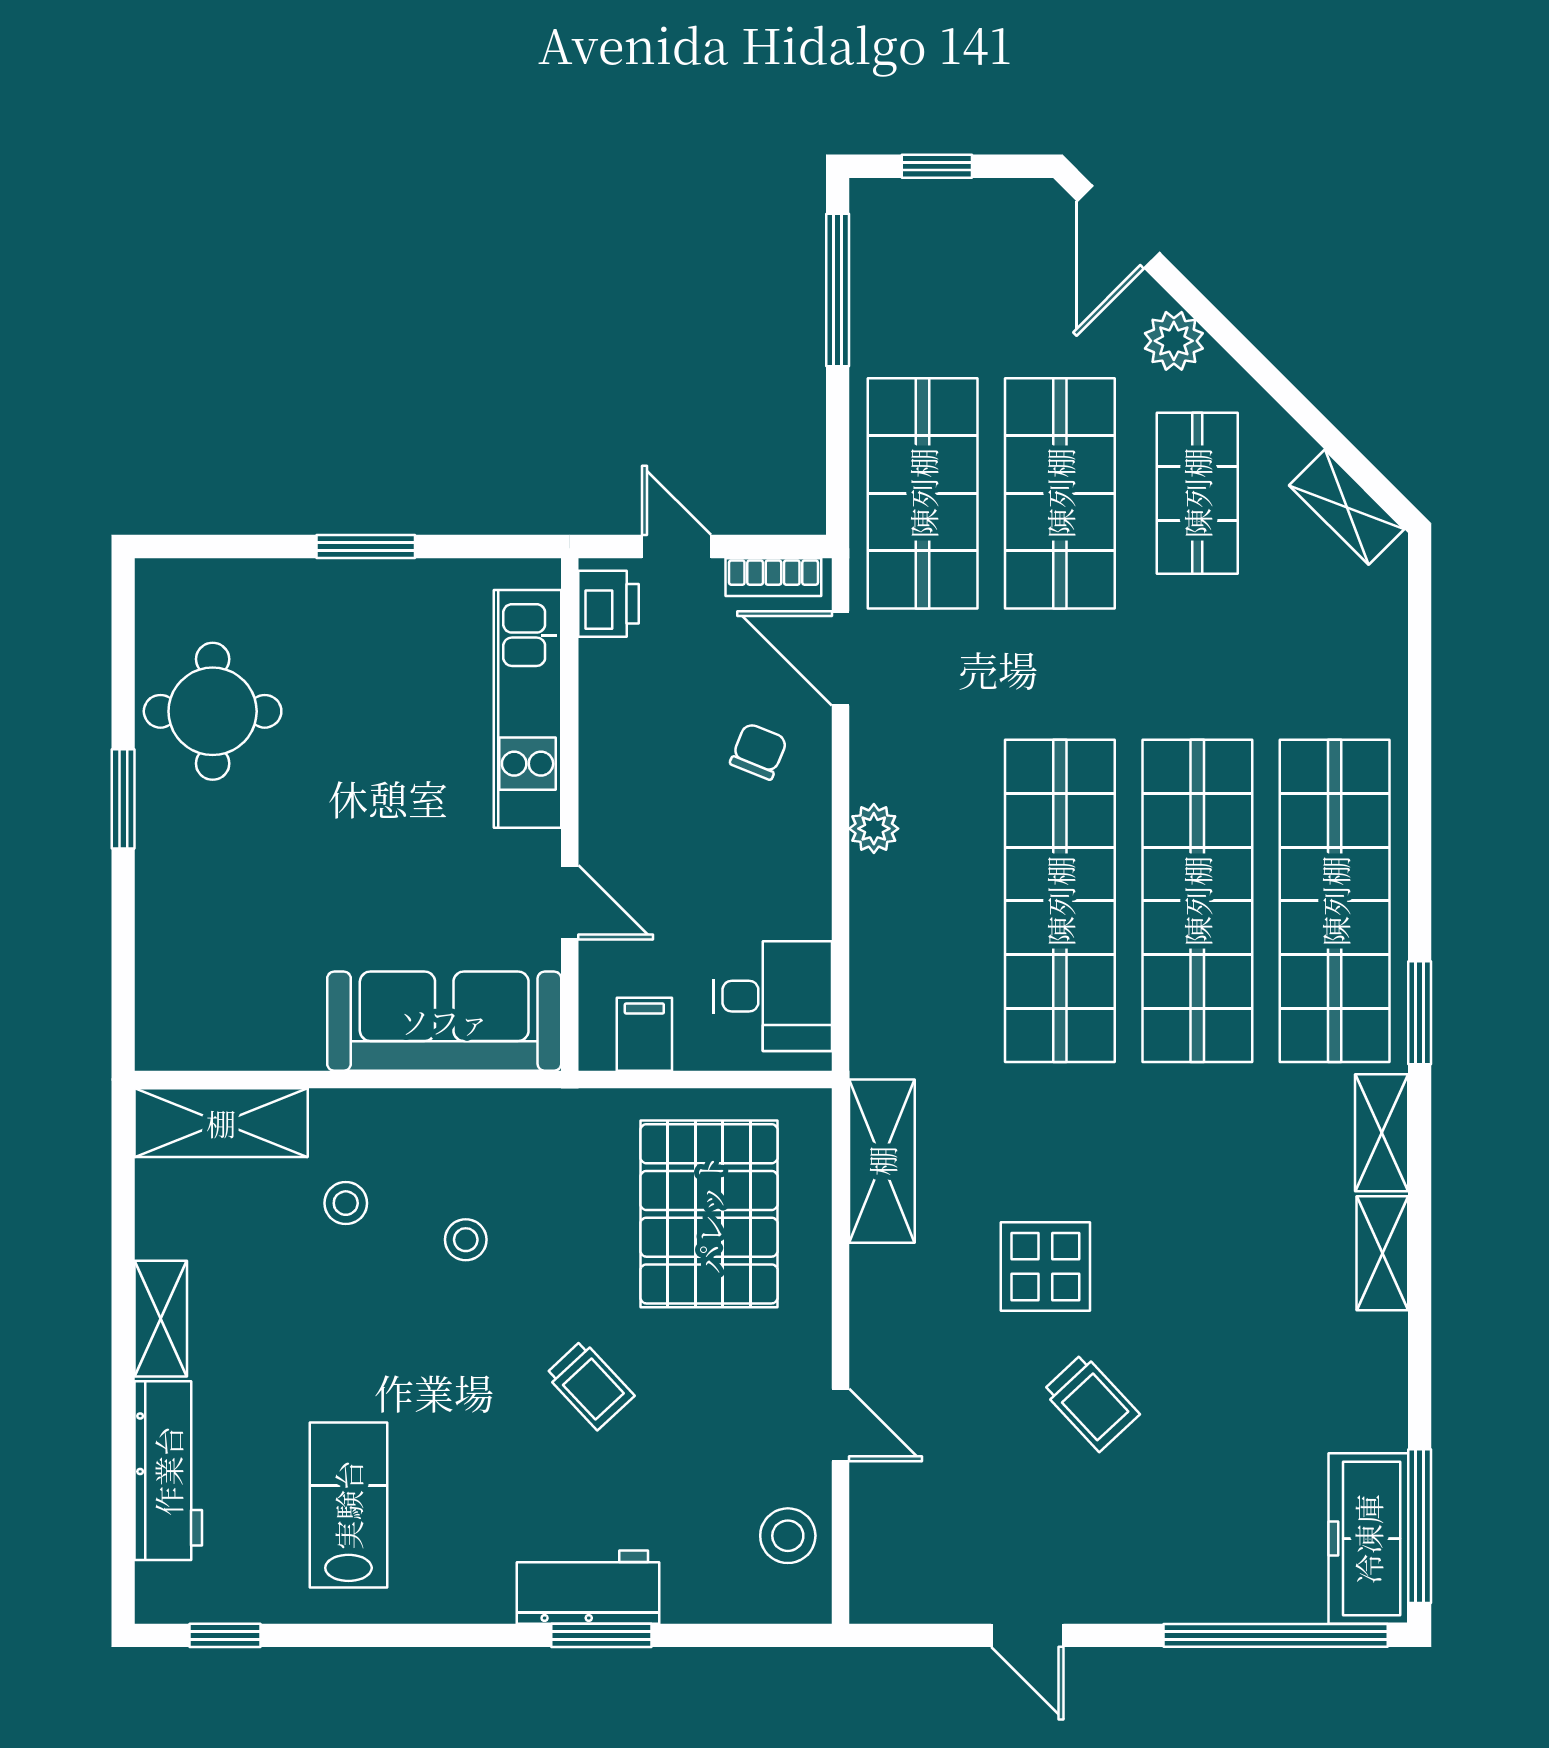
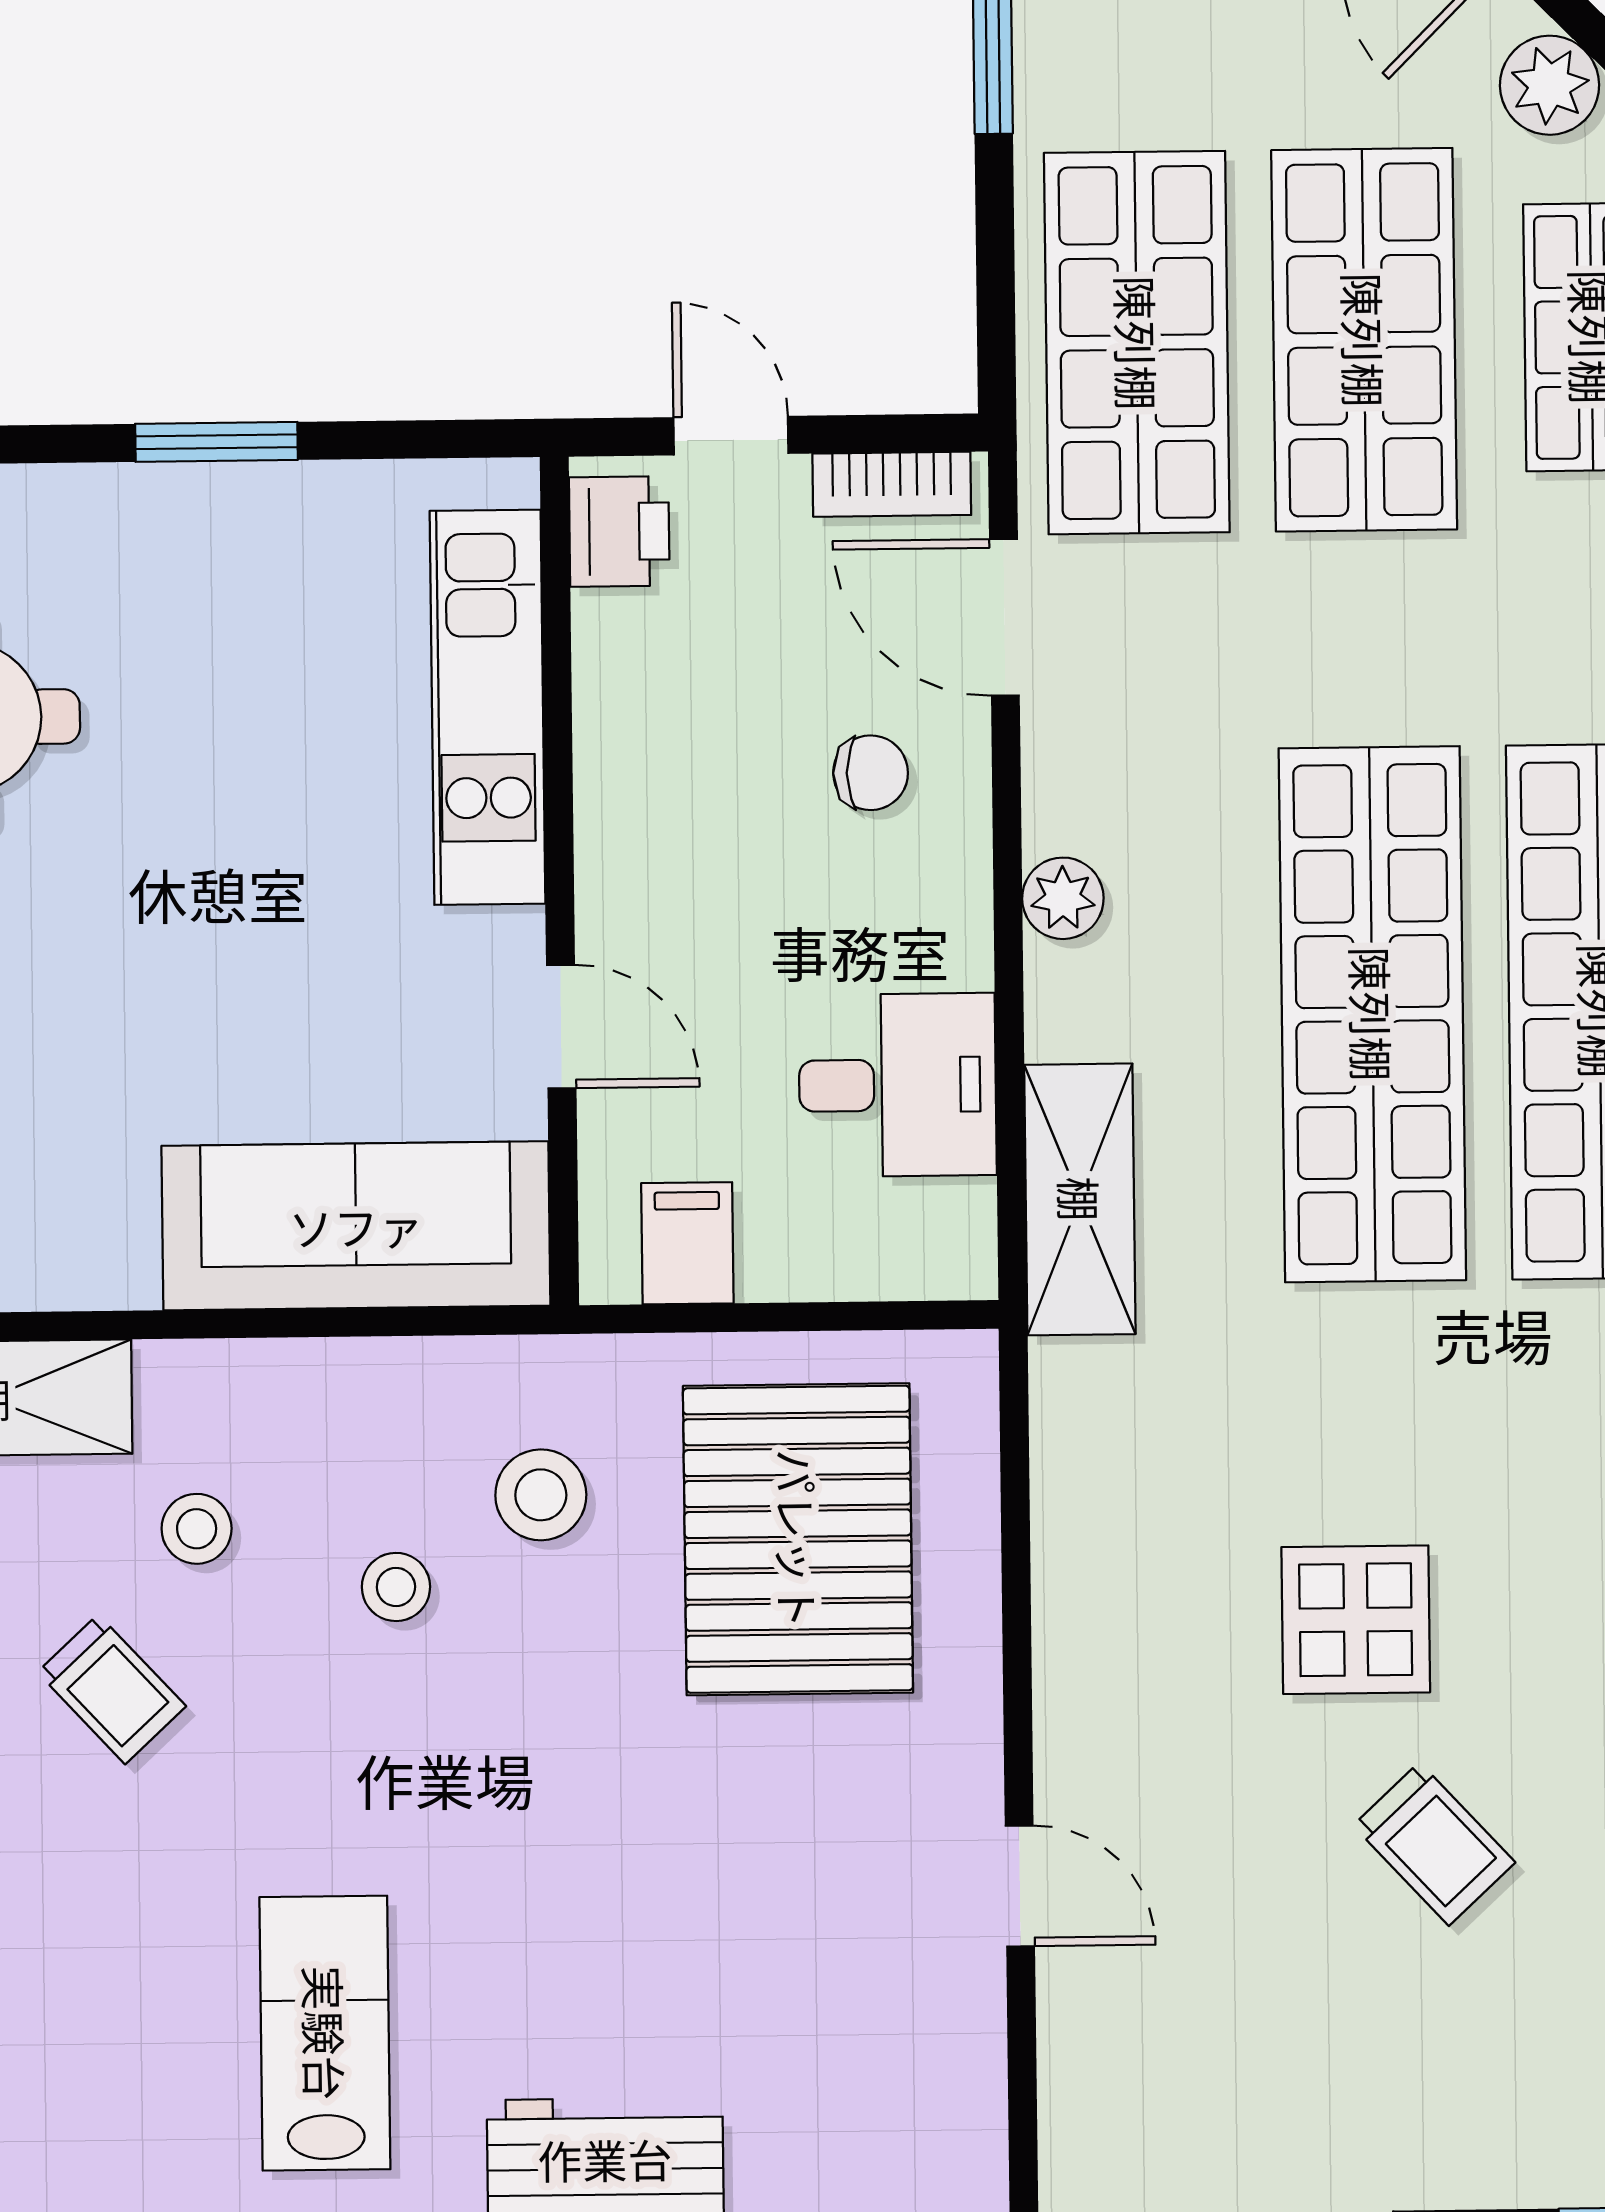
chair: (759, 751) -> (871, 773), turned 68
desk: (772, 996) -> (898, 1085), moved
shelving: (882, 1161) -> (1080, 1199), moved
trolley: (590, 1385) -> (112, 1689), moved
lab bench: (348, 1505) -> (325, 2033), moved
stool: (788, 1536) -> (541, 1495), moved

